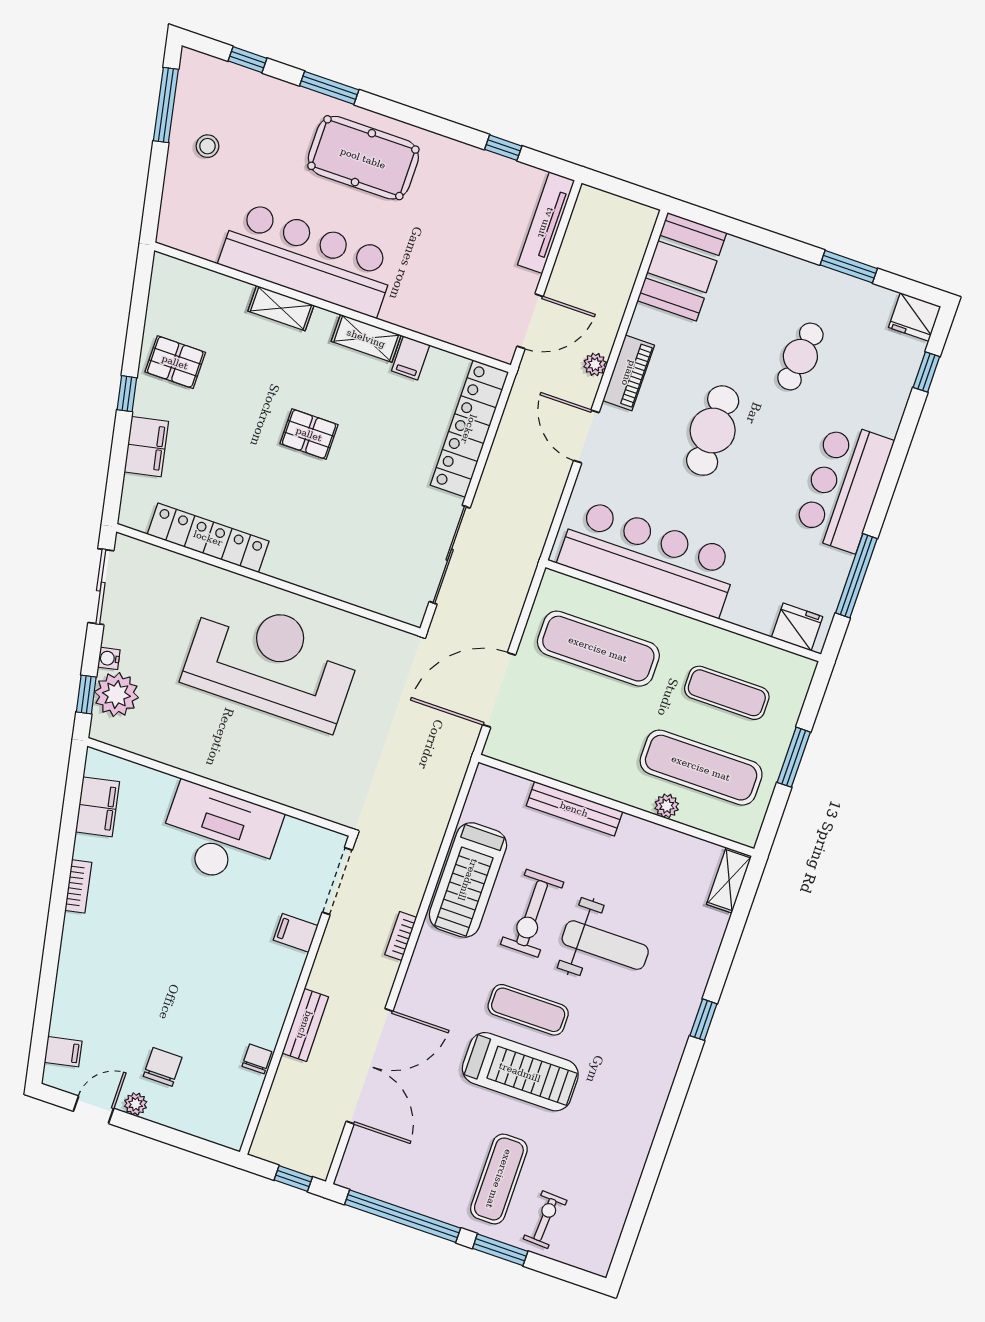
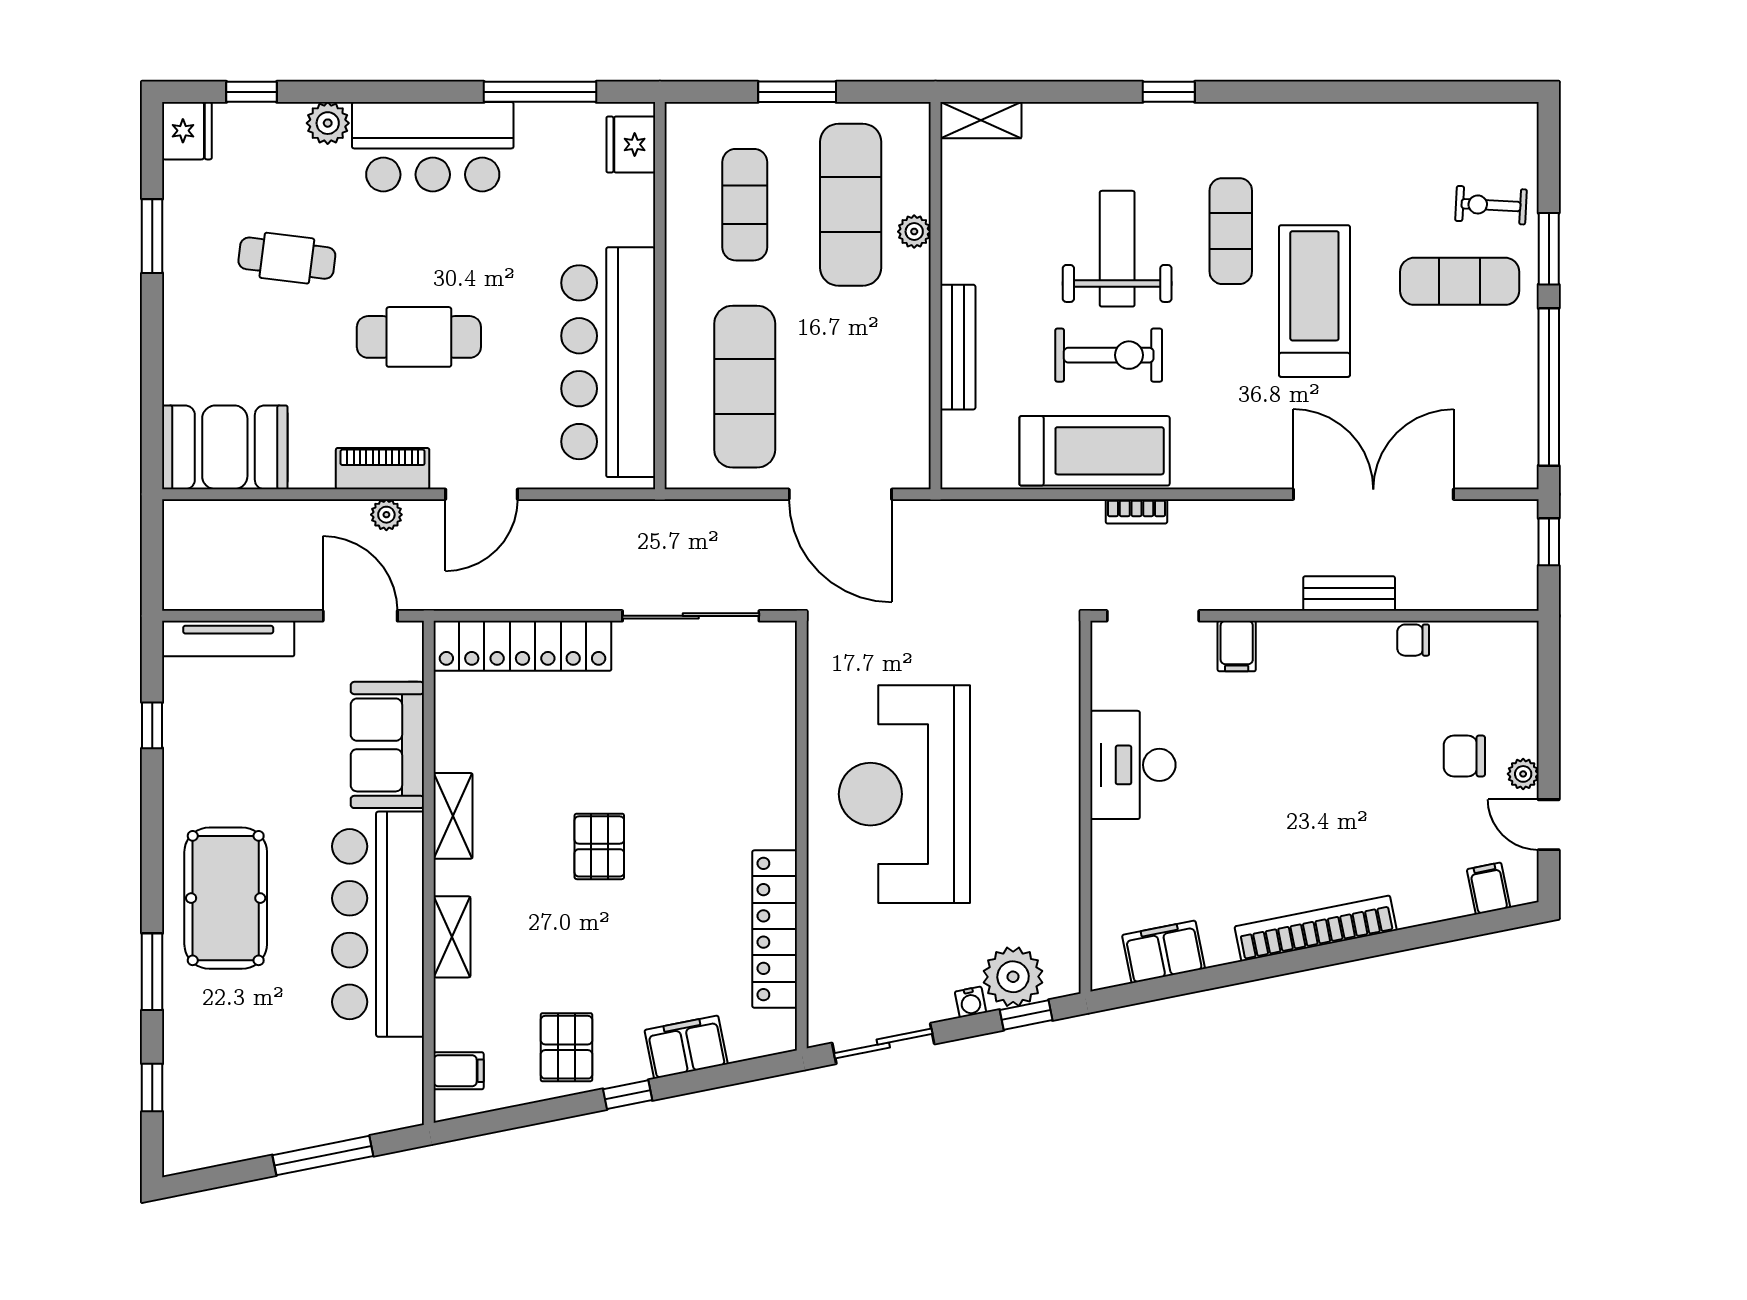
window: (166, 105) -> (323, 1156), moved
stool: (207, 146) -> (279, 1101), removed
sofa: (432, 309) -> (387, 745), added
filing cabinet: (411, 358) -> (459, 1071), moved
plant: (886, 418) -> (328, 123), added
desk: (220, 835) -> (1133, 765), width x0.73, depth x0.77
bookcase: (78, 886) -> (1316, 928), width x2.31, depth x1.31
bookcase: (401, 936) -> (1136, 511), moved
exercise mat: (528, 1010) -> (1231, 231), moved

